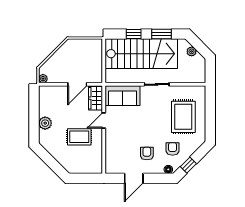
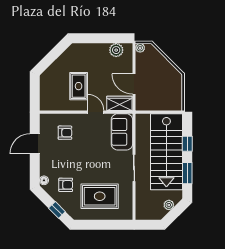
plant: (45, 123) -> (116, 50), moved
armchair: (147, 154) -> (65, 133), moved
window: (188, 165) -> (57, 210), moved
door: (134, 178) -> (35, 144), hinge flipped

